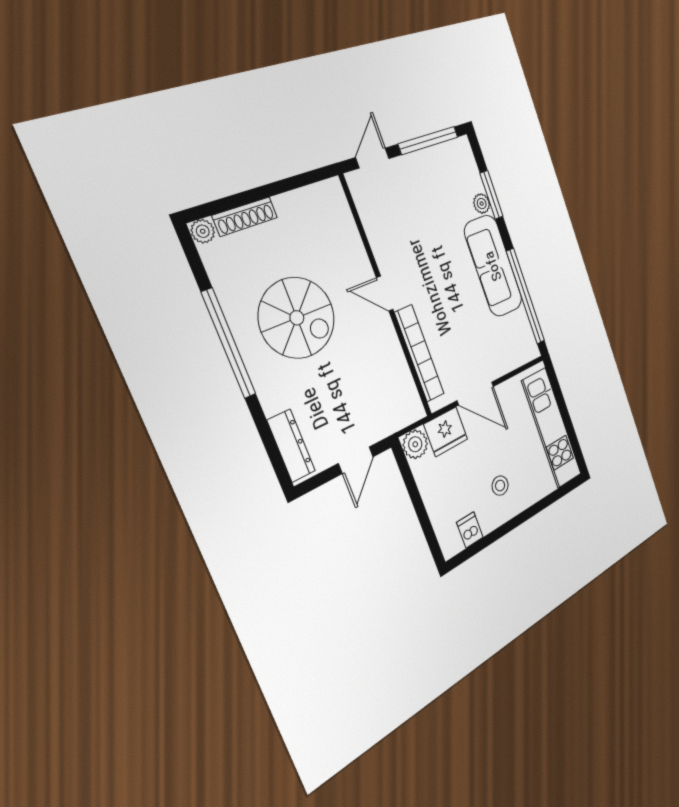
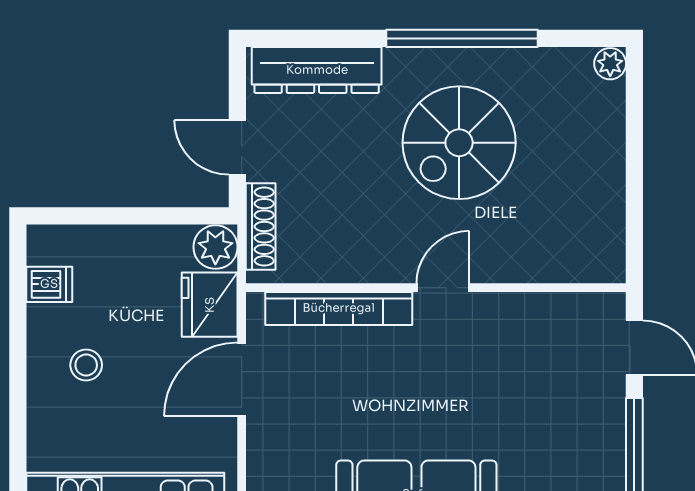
shoe rack: (245, 217) -> (261, 226), moved, turned 180
dresser: (291, 446) -> (317, 70), width x1.37, depth x1.24

